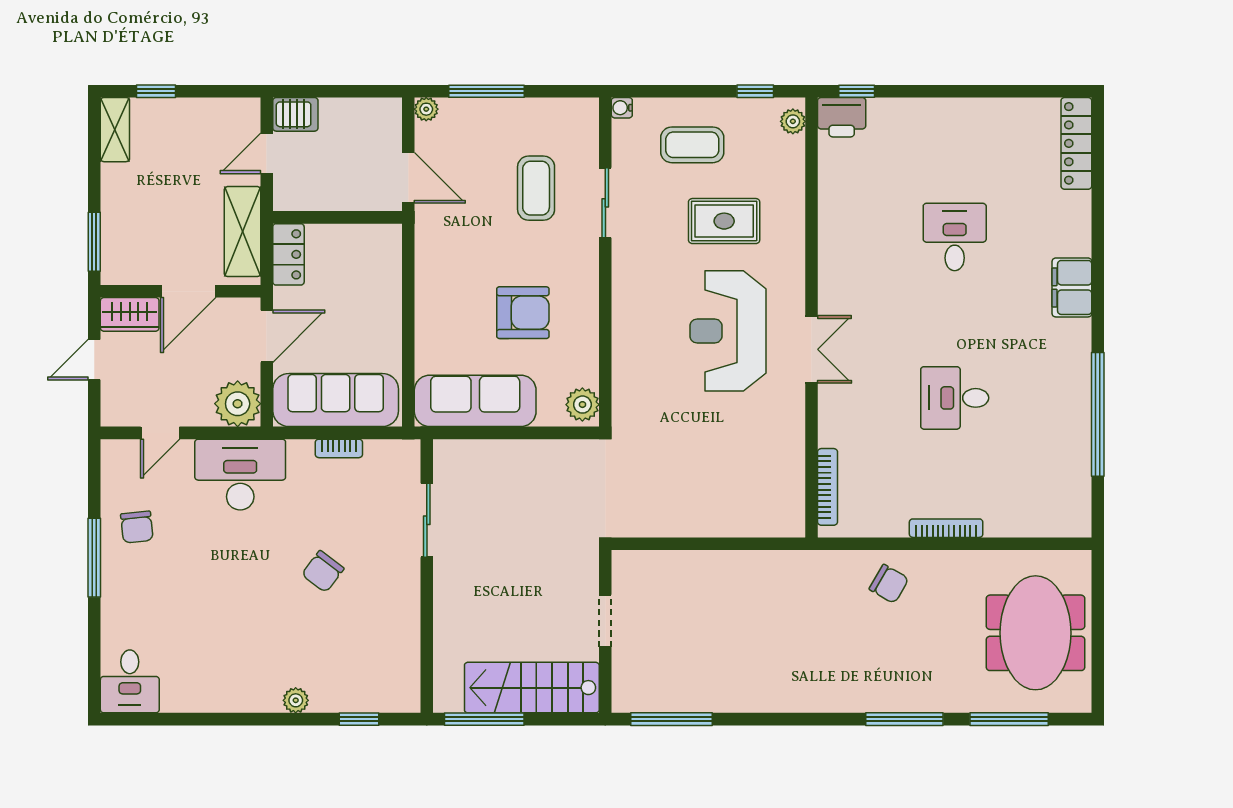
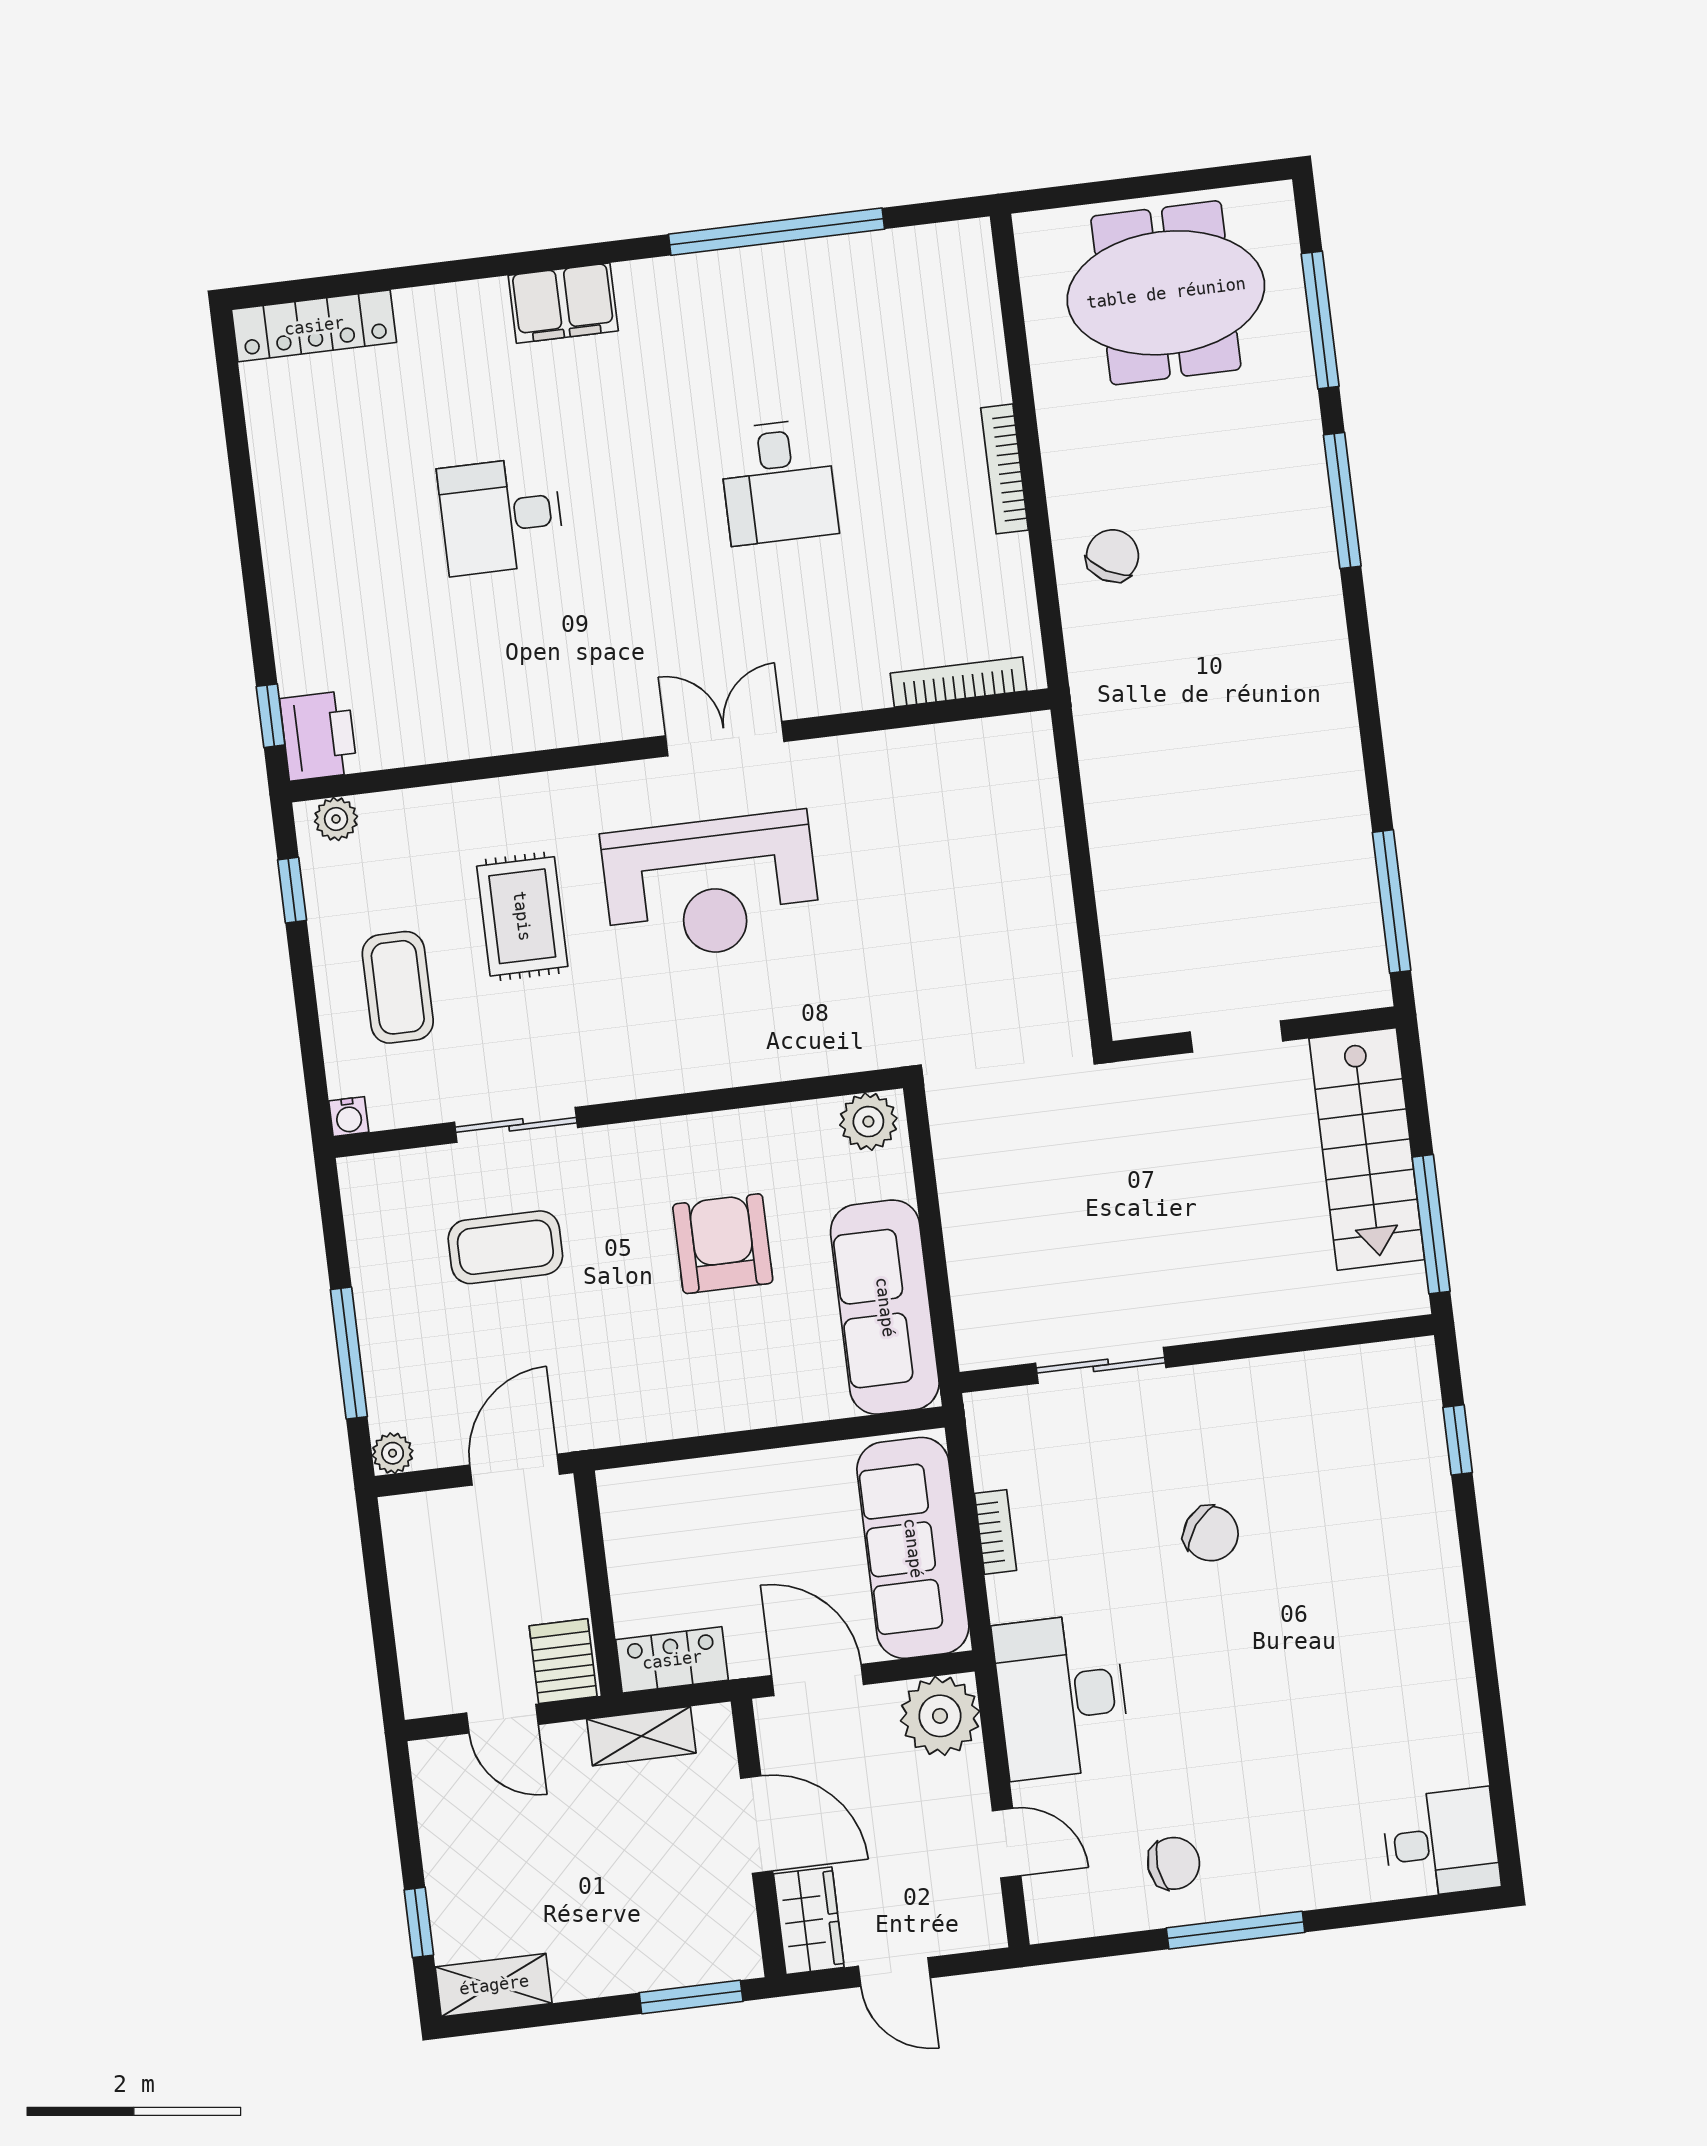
server rack: (295, 114) -> (563, 1661), moved
shelving: (242, 232) -> (641, 1736), width x0.67, depth x0.75
plant: (296, 700) -> (1439, 1553), removed

